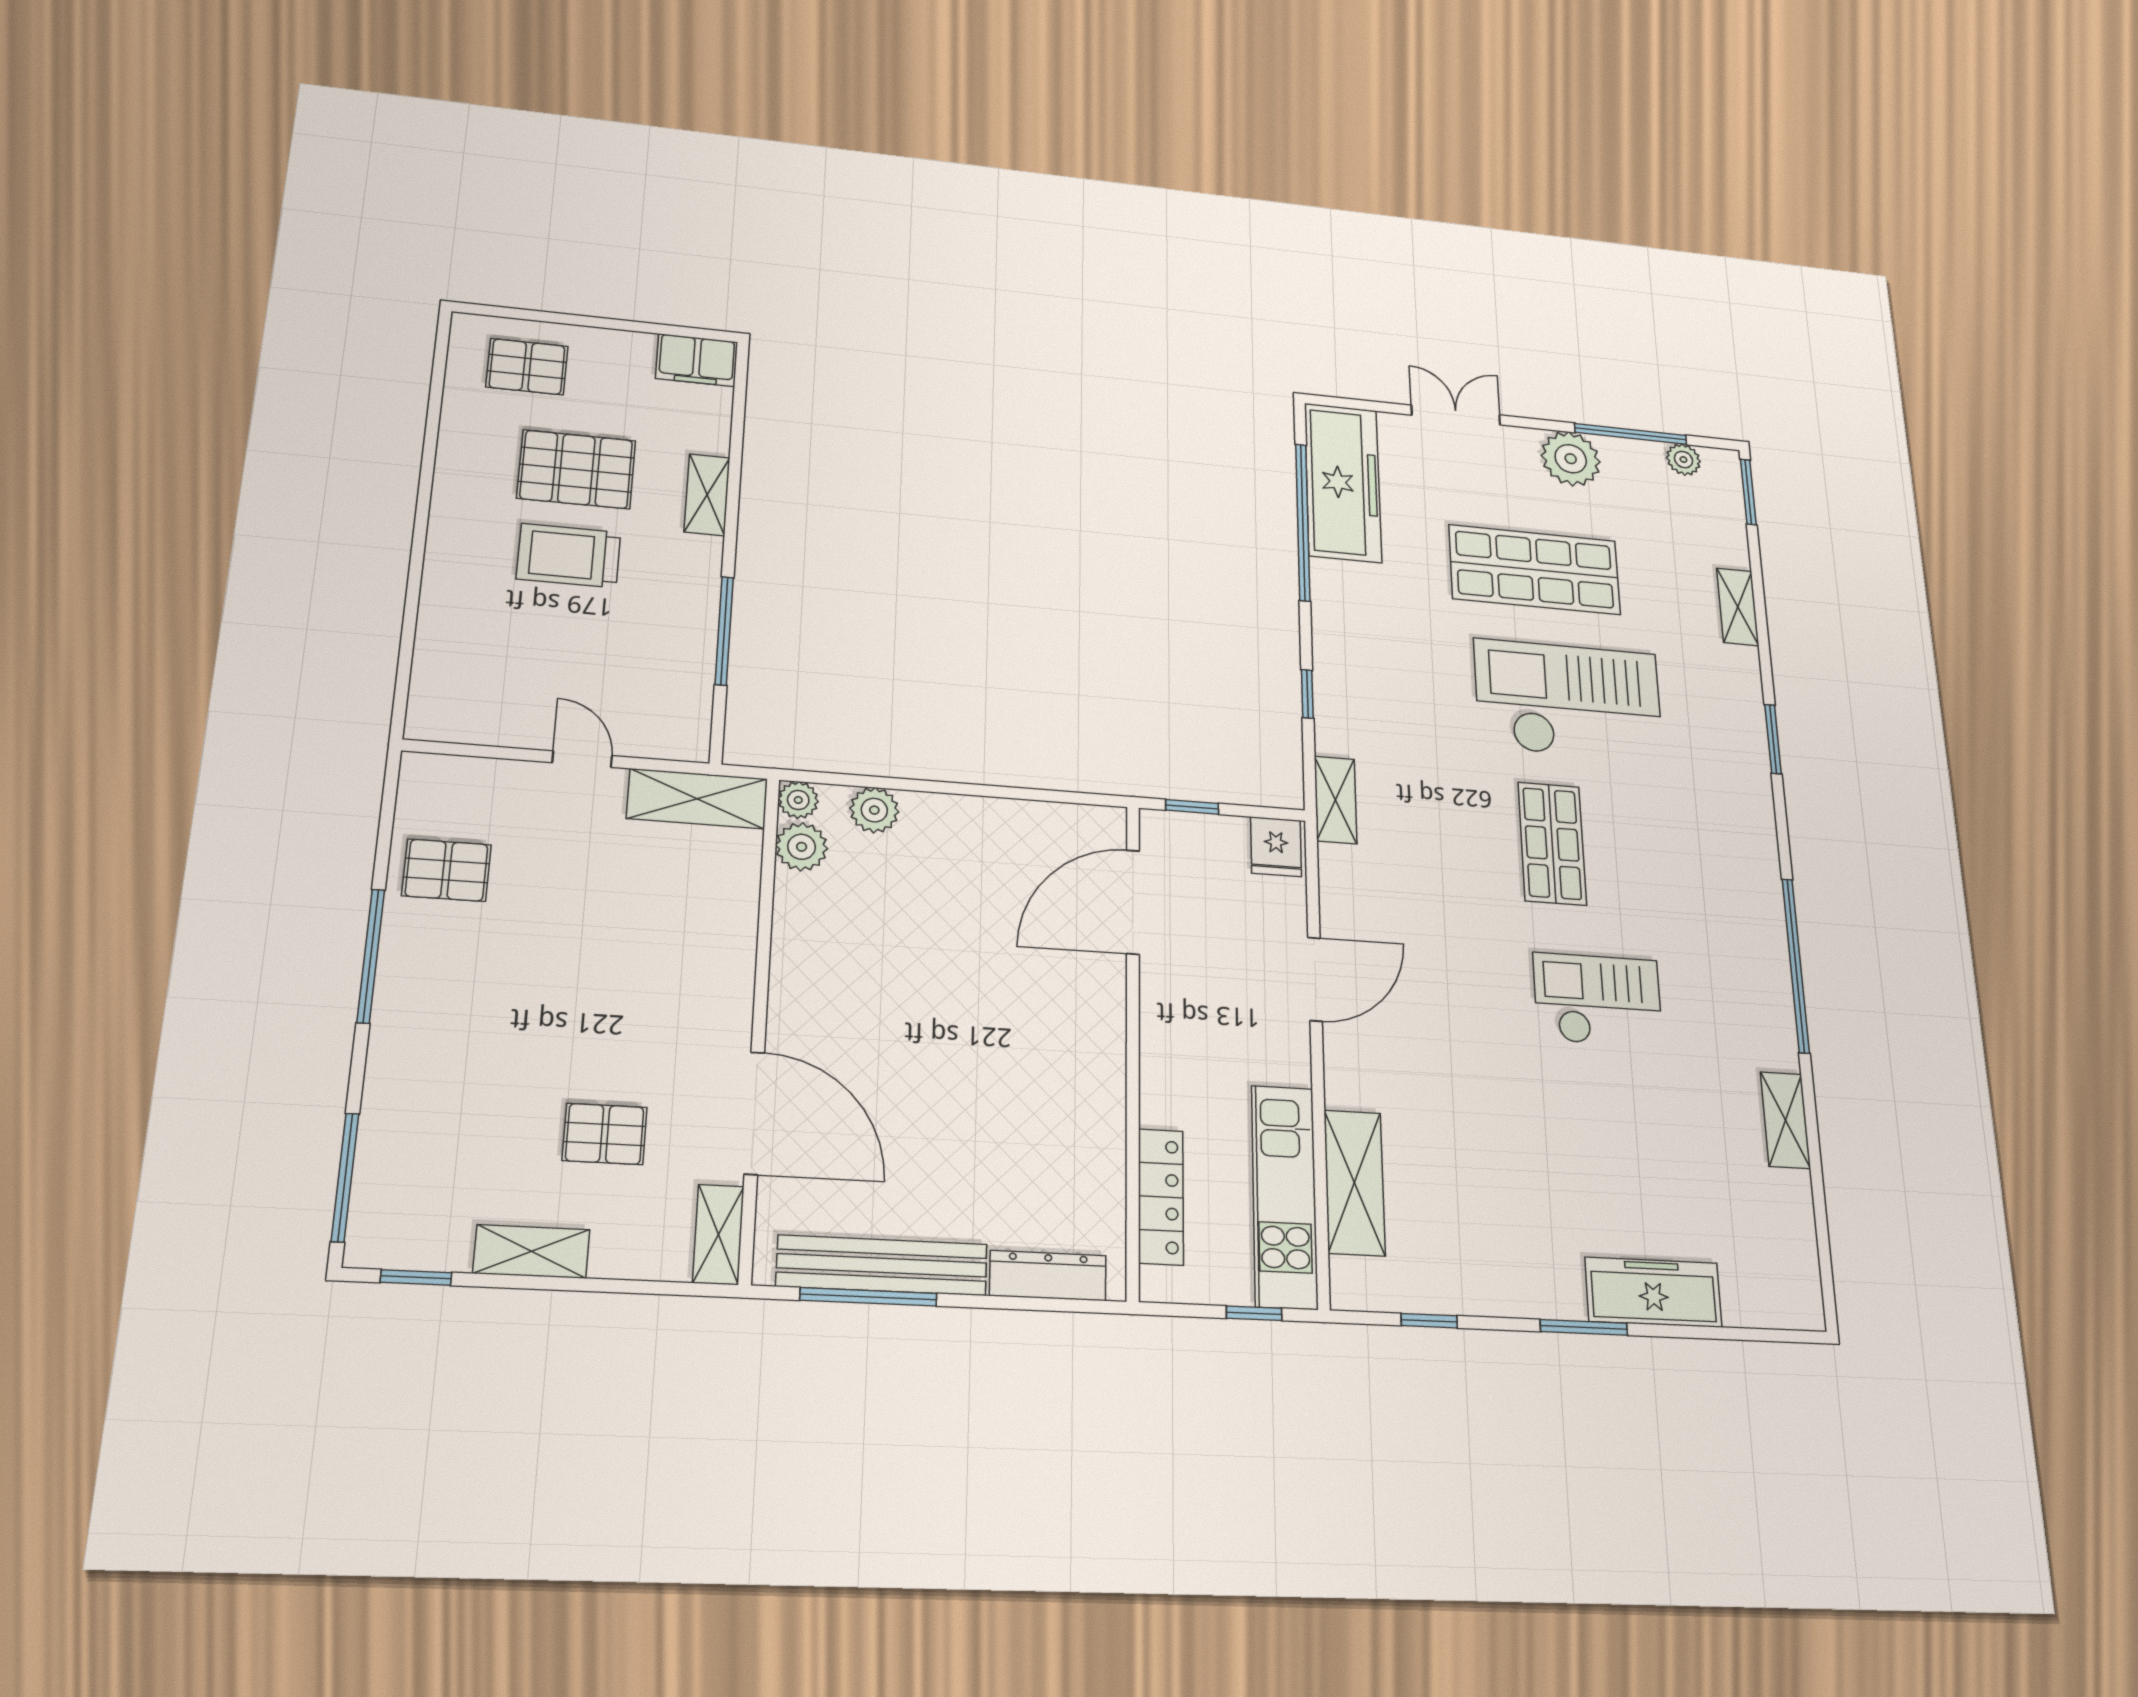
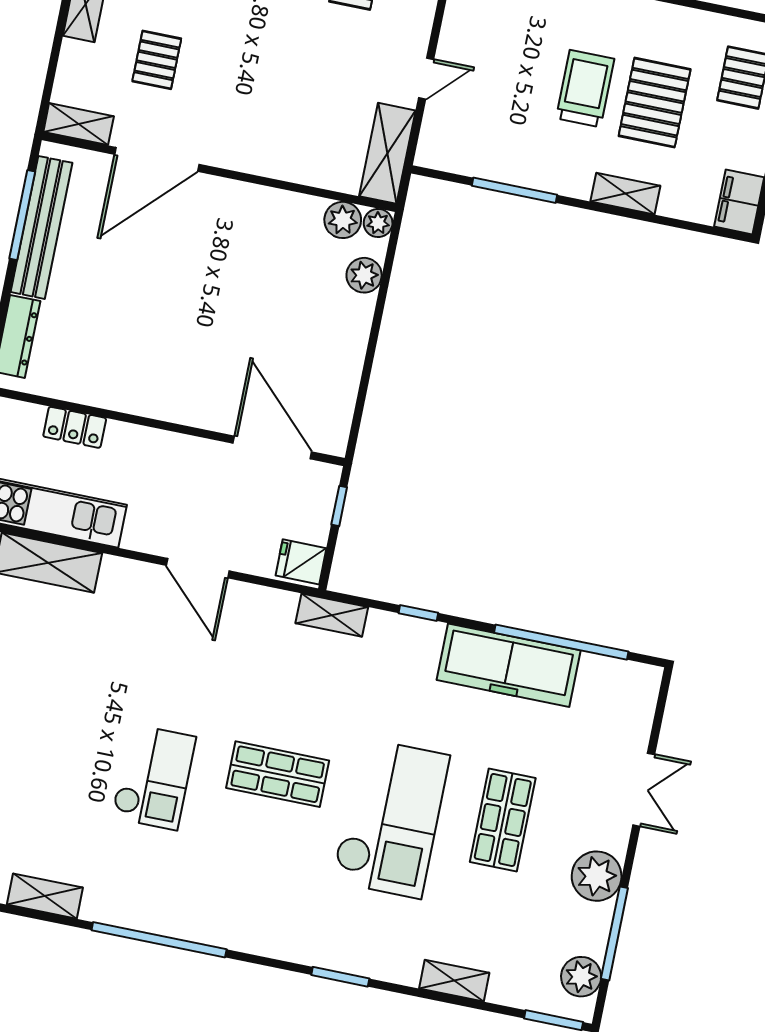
plant: (1683, 460) -> (581, 977), width x1.38, depth x1.38
freezer: (1343, 482) -> (509, 665), moved
shop shelf: (1535, 570) -> (503, 820), width x0.70, depth x0.74
locker: (1161, 1197) -> (75, 427), width x0.66

